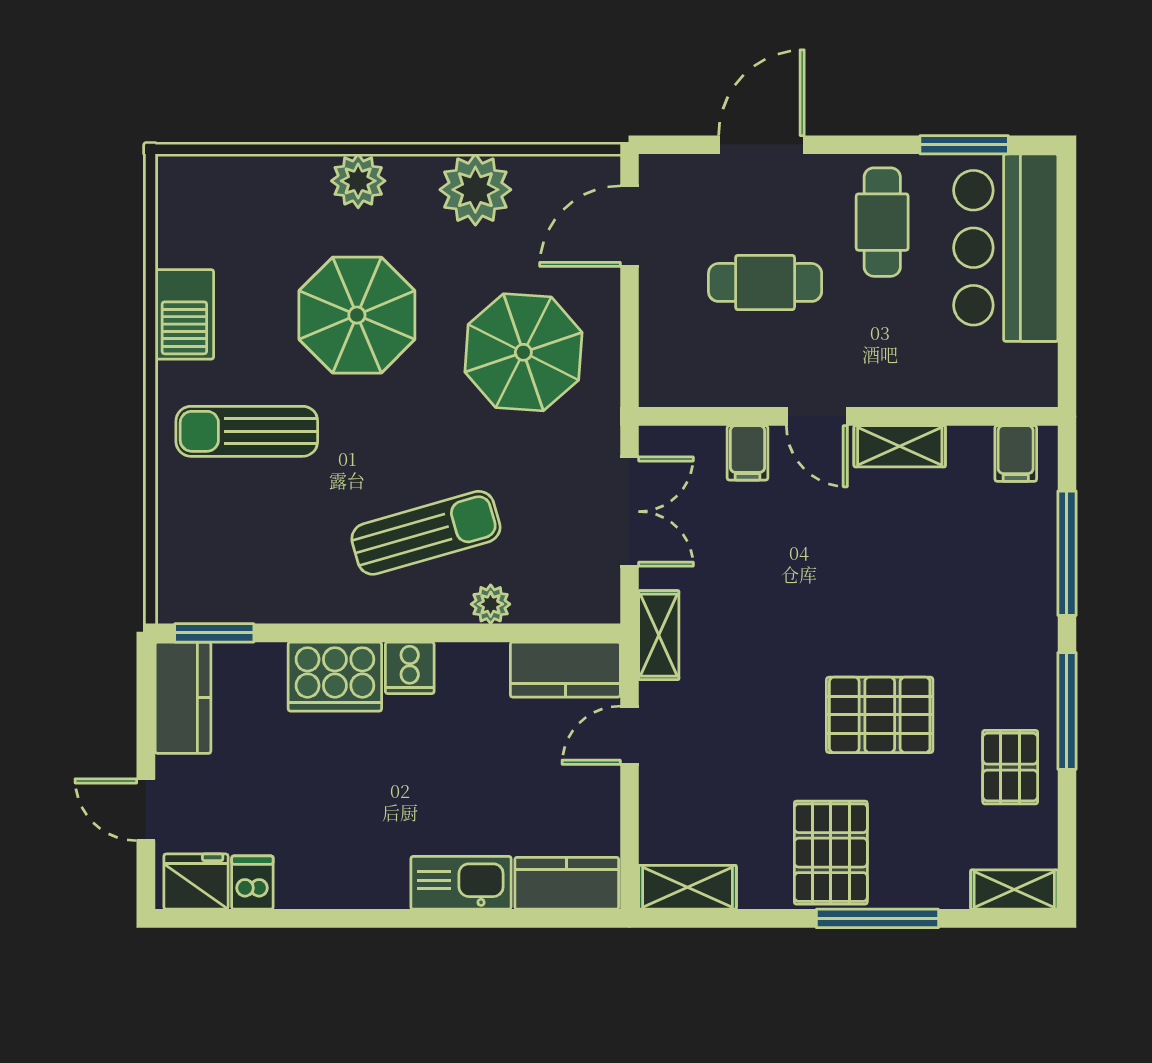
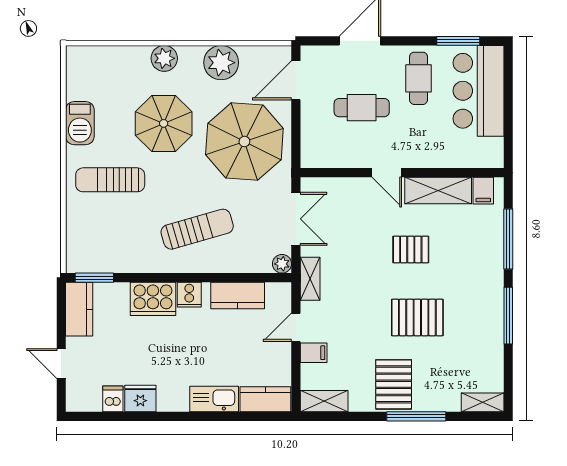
parasol: (523, 352) -> (244, 142), width x1.36, depth x1.36
shelving: (900, 446) -> (438, 190), width x1.50, depth x1.33
filing cabinet: (747, 453) -> (314, 353), moved, turned -90
plant: (491, 604) -> (282, 264), moved
kitchen counter: (565, 670) -> (238, 296), moved
pallet: (1010, 767) -> (411, 249), moved, turned 90
fridge: (196, 882) -> (140, 398), moved

